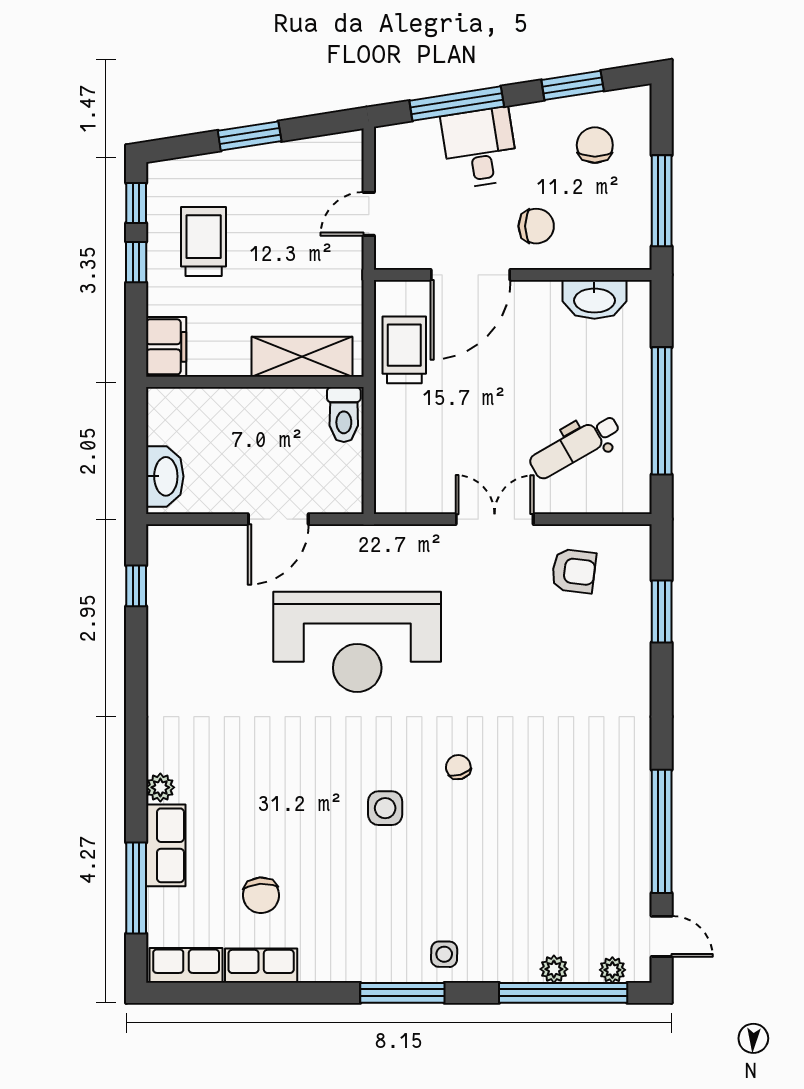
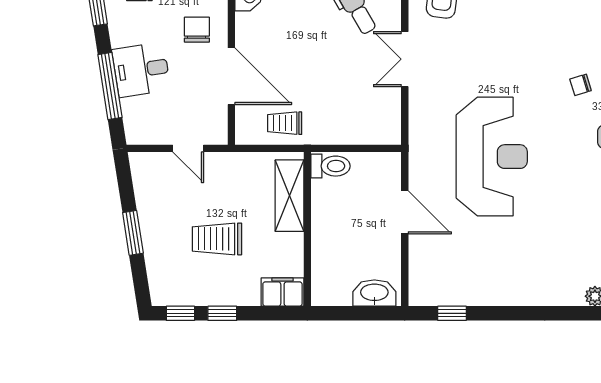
trolley: (204, 242) -> (217, 239), moved
trolley: (404, 350) -> (285, 123), width x0.73, depth x0.72

